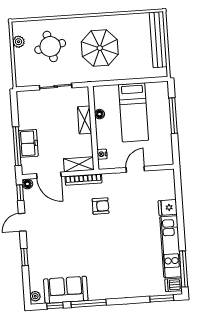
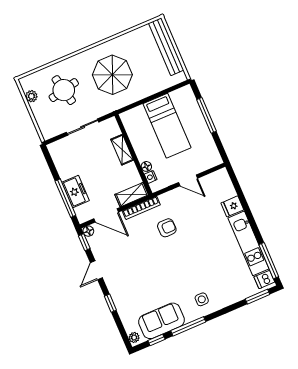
floor lamp: (100, 114) -> (146, 166), moved
door: (135, 169) -> (188, 180), swing flipped
side table: (110, 283) -> (202, 299), added

